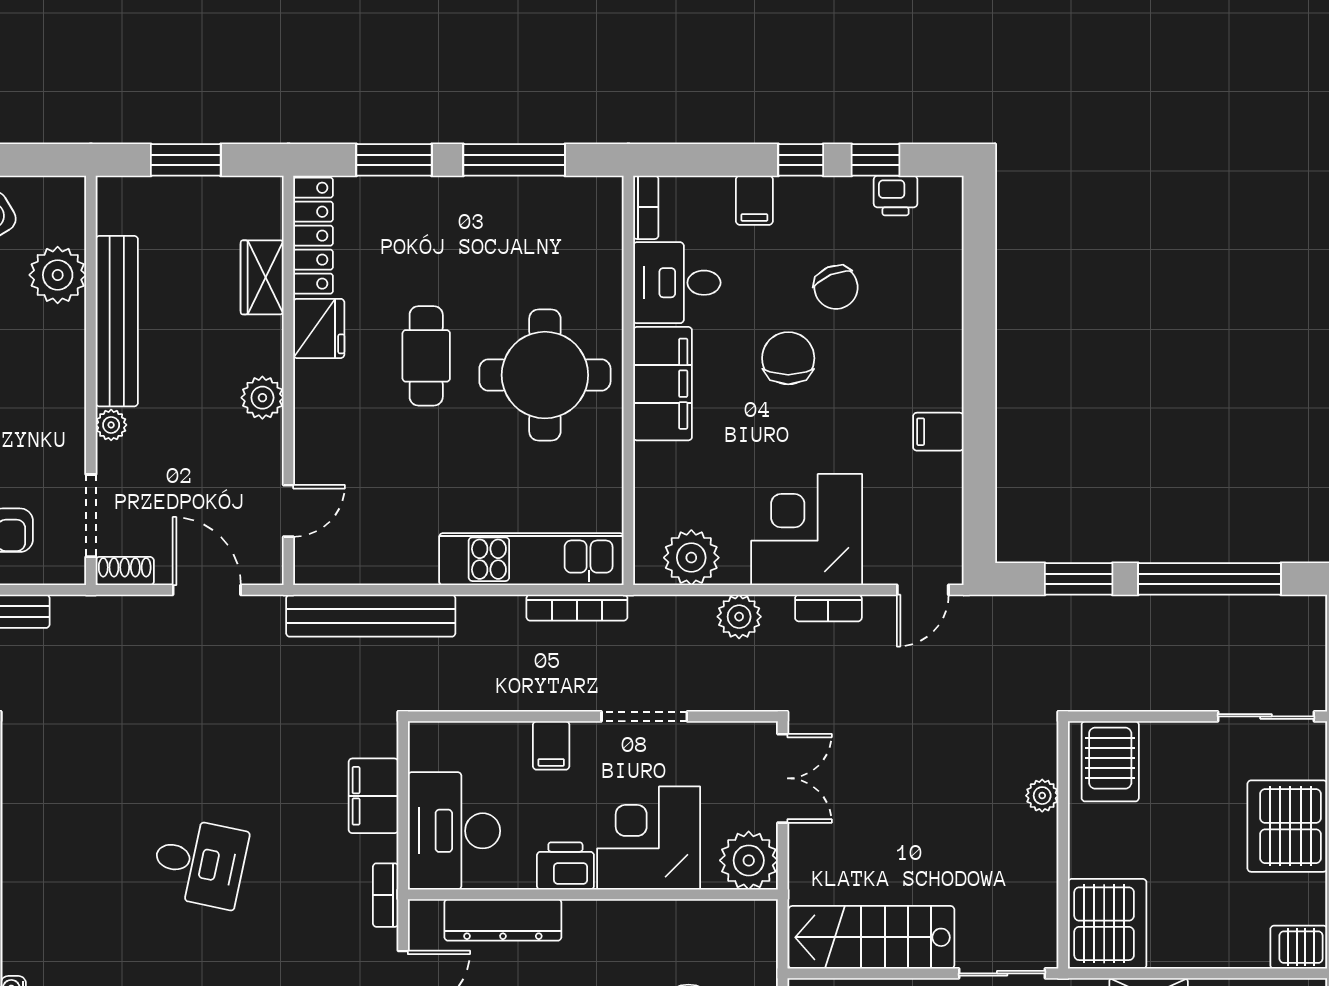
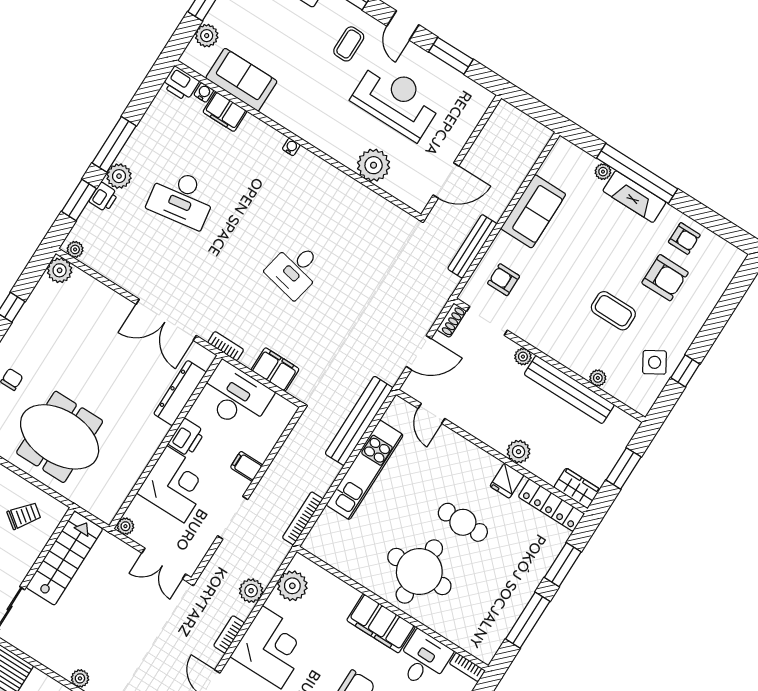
plant: (58, 275) -> (598, 378), width x0.53, depth x0.53
wardrobe: (262, 277) -> (577, 488), moved
fridge: (319, 328) -> (507, 481), width x0.72
plant: (262, 398) -> (519, 452), moved
kitchen unit: (531, 559) -> (365, 470), moved
plant: (749, 860) -> (125, 526), width x0.53, depth x0.53

